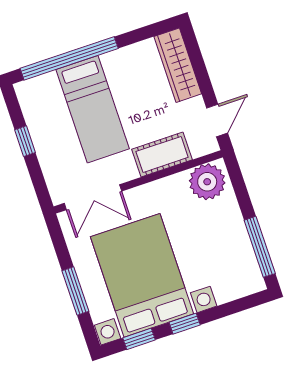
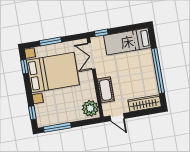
window: (69, 58) -> (158, 71), moved
bed: (93, 109) -> (127, 41), moved
window: (25, 141) -> (101, 33), moved
window: (185, 324) -> (32, 113), moved

